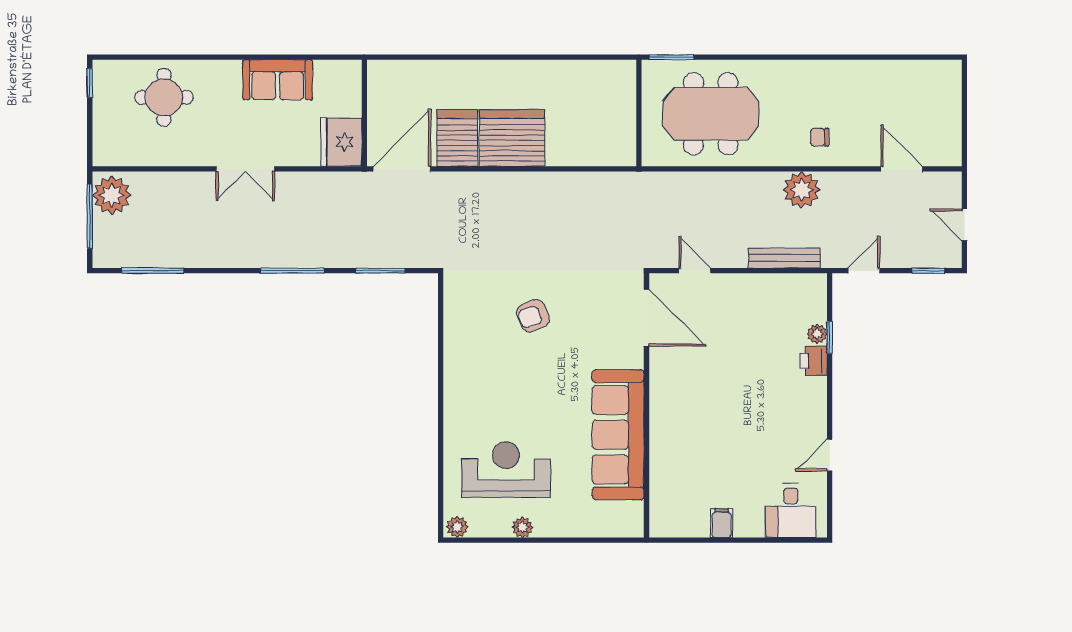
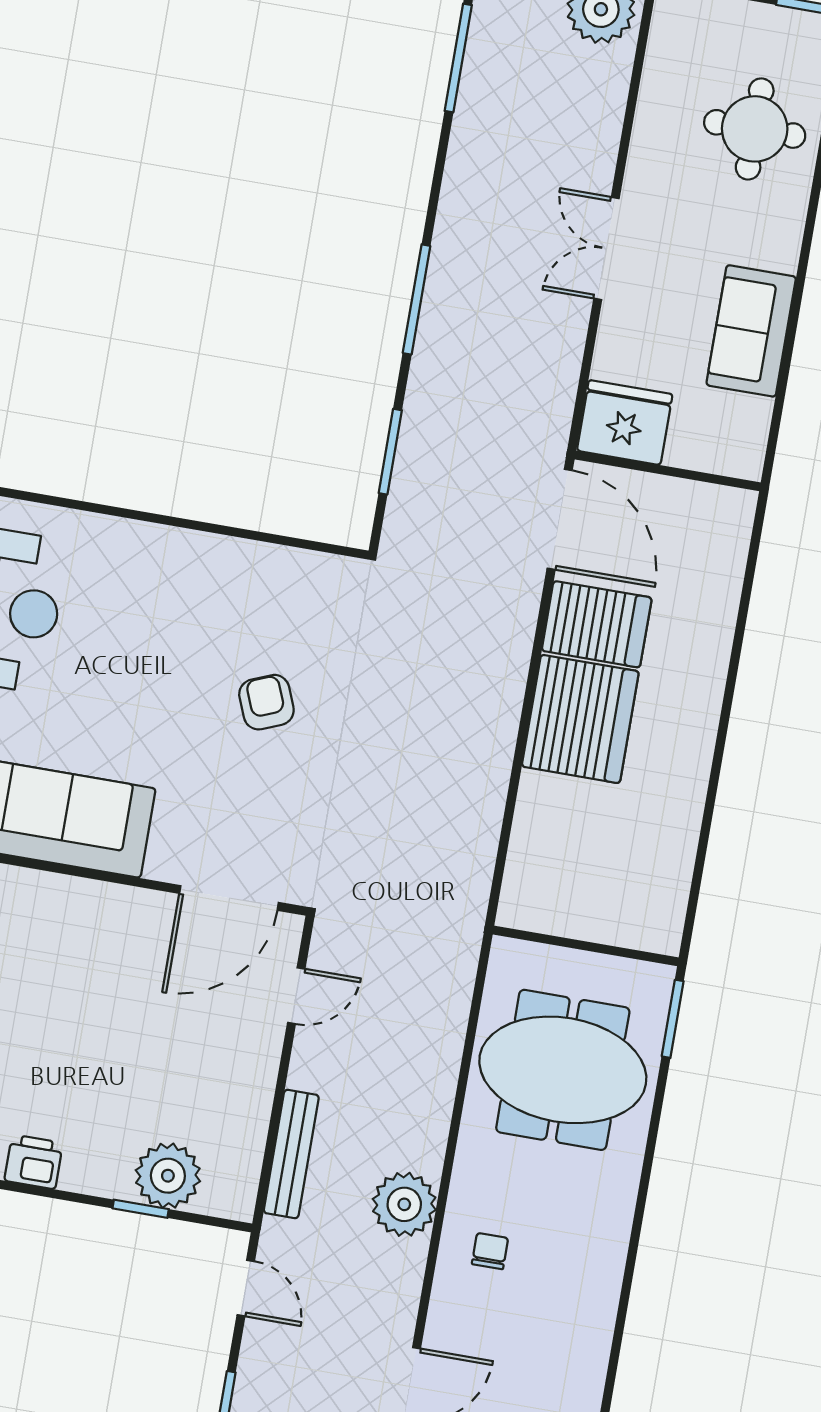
meeting table: (711, 114) -> (563, 1070), turned 90
plant: (817, 334) -> (168, 1176), width x1.87, depth x1.87
printer: (814, 361) -> (34, 1162), moved

